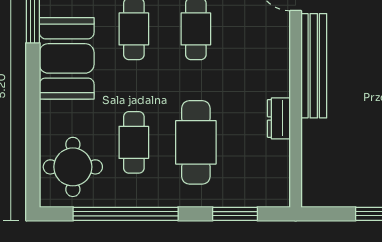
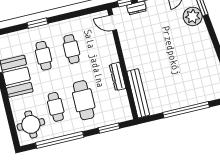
bench: (314, 66) -> (138, 93), moved
dresser: (279, 118) -> (118, 76), width x1.44

